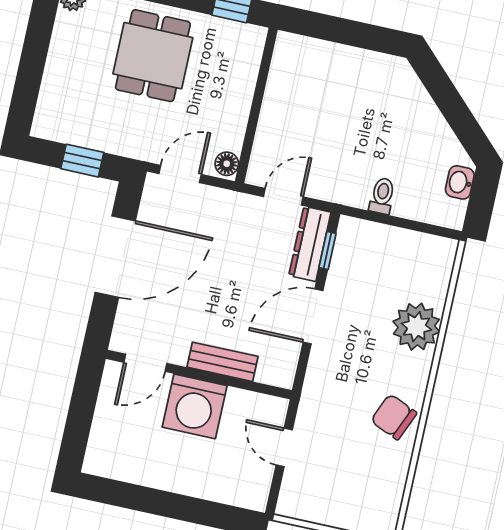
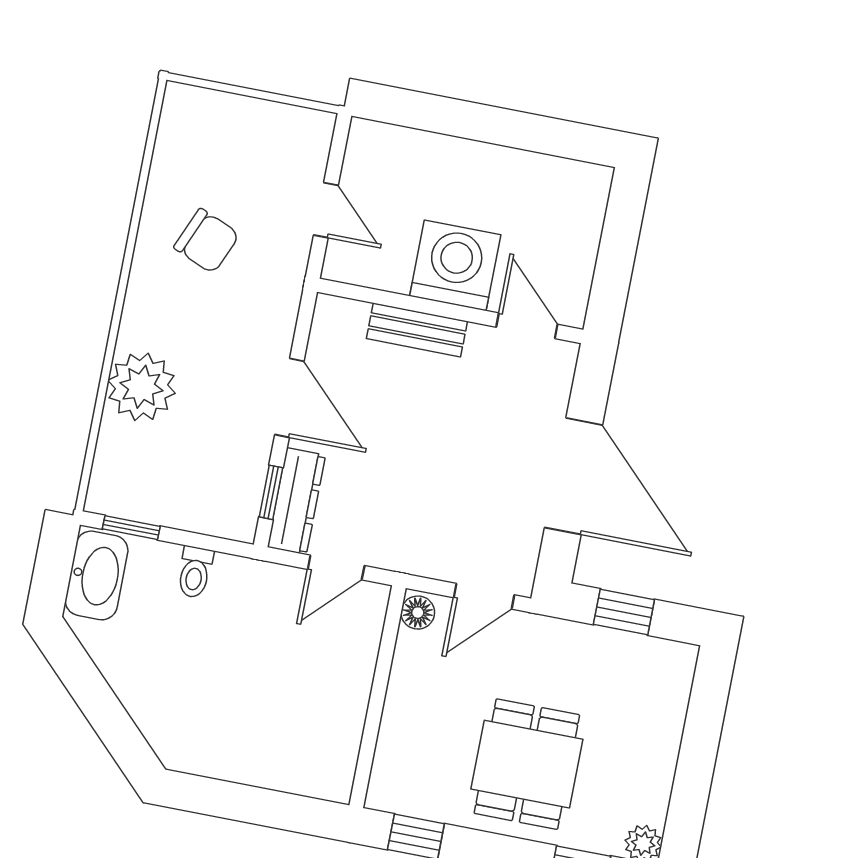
washbasin: (460, 182) -> (97, 575), width x1.91, depth x1.45
window: (426, 228) -> (131, 528), added
door: (115, 257) -> (574, 476), swing flipped
door: (313, 316) -> (289, 398), hinge flipped
door: (145, 363) -> (527, 326), hinge flipped
chair: (394, 417) -> (207, 241), moved

